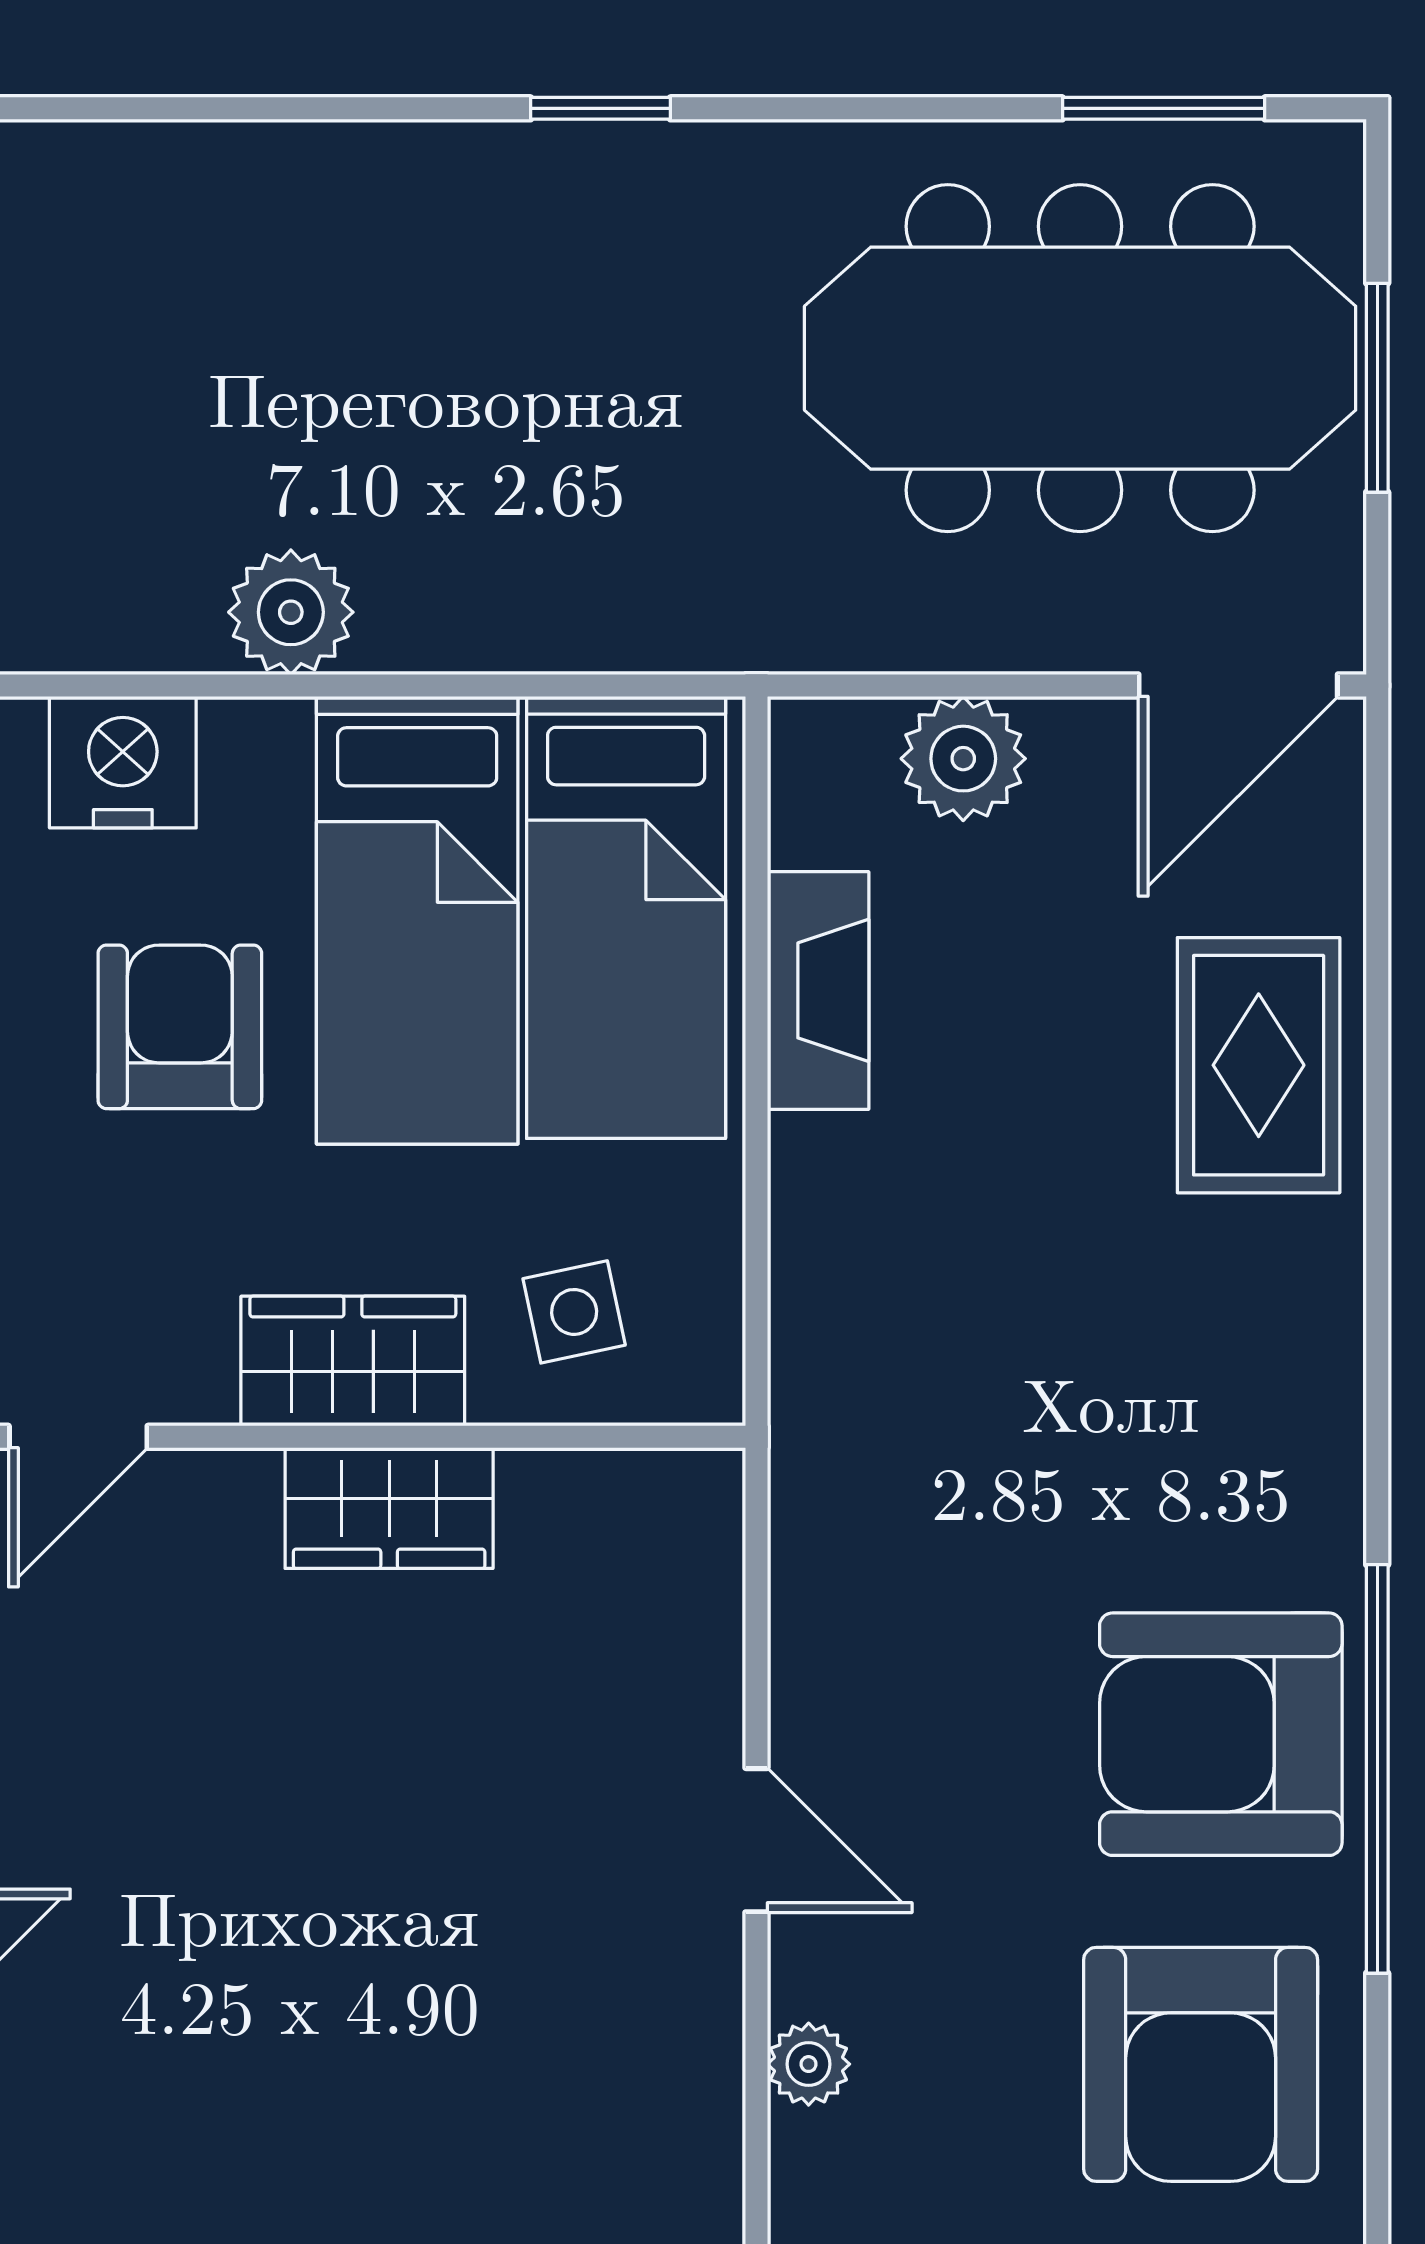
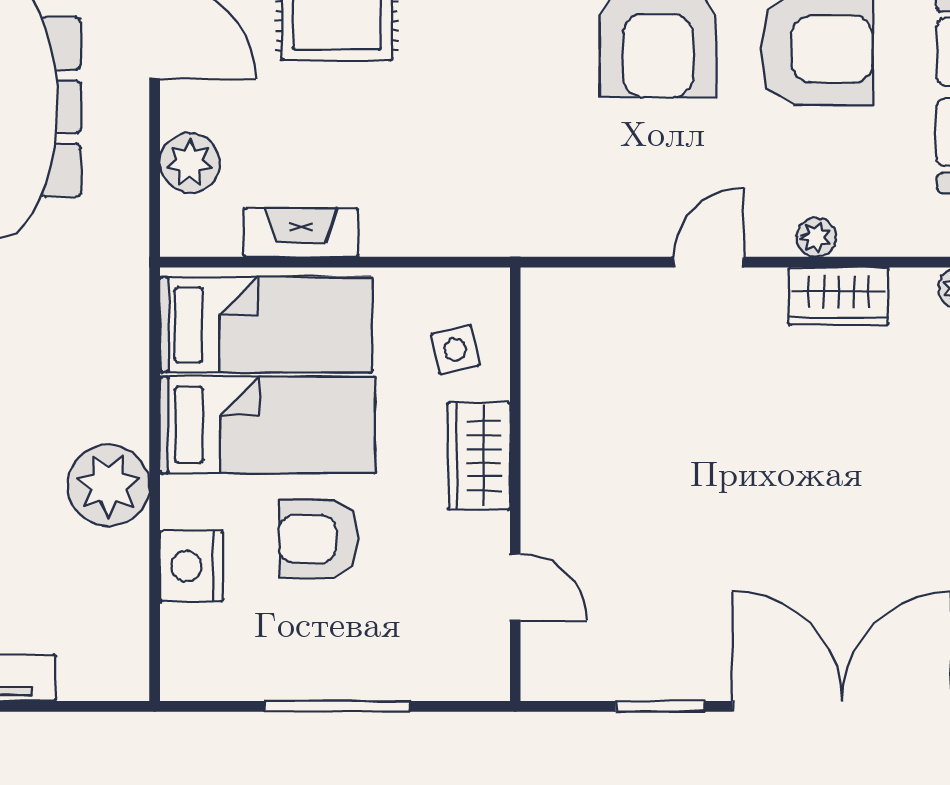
plant: (291, 612) -> (109, 486), width x1.36, depth x1.36
wardrobe: (389, 1508) -> (838, 296), moved, turned 90

